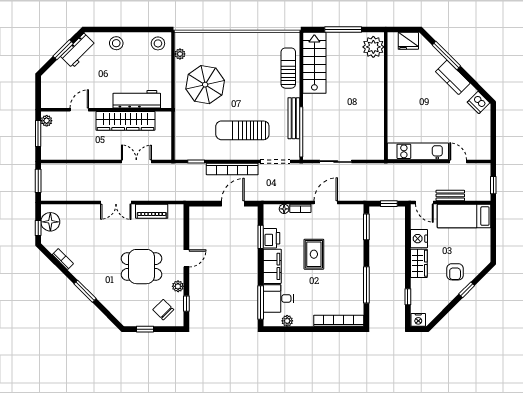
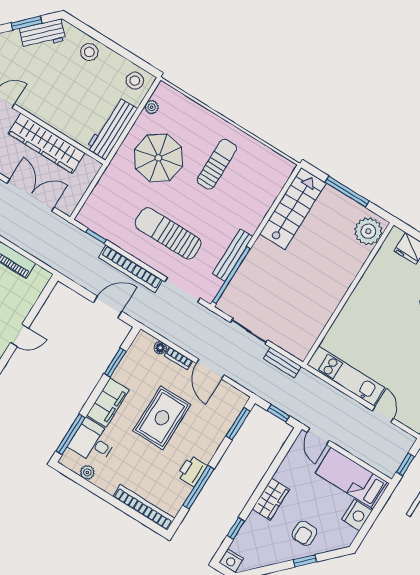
sun lounger: (288, 68) -> (217, 164), moved
workbench: (137, 99) -> (112, 129), moved, turned -90
double door: (136, 162) -> (31, 195), width x1.37
bench: (450, 195) -> (282, 363), moved
door: (326, 202) -> (210, 369), swing flipped
printer: (271, 238) -> (192, 471), moved, turned 180
nightstand: (419, 239) -> (357, 515), moved, turned 180
rug: (314, 254) -> (162, 418), width x1.36, depth x1.43

